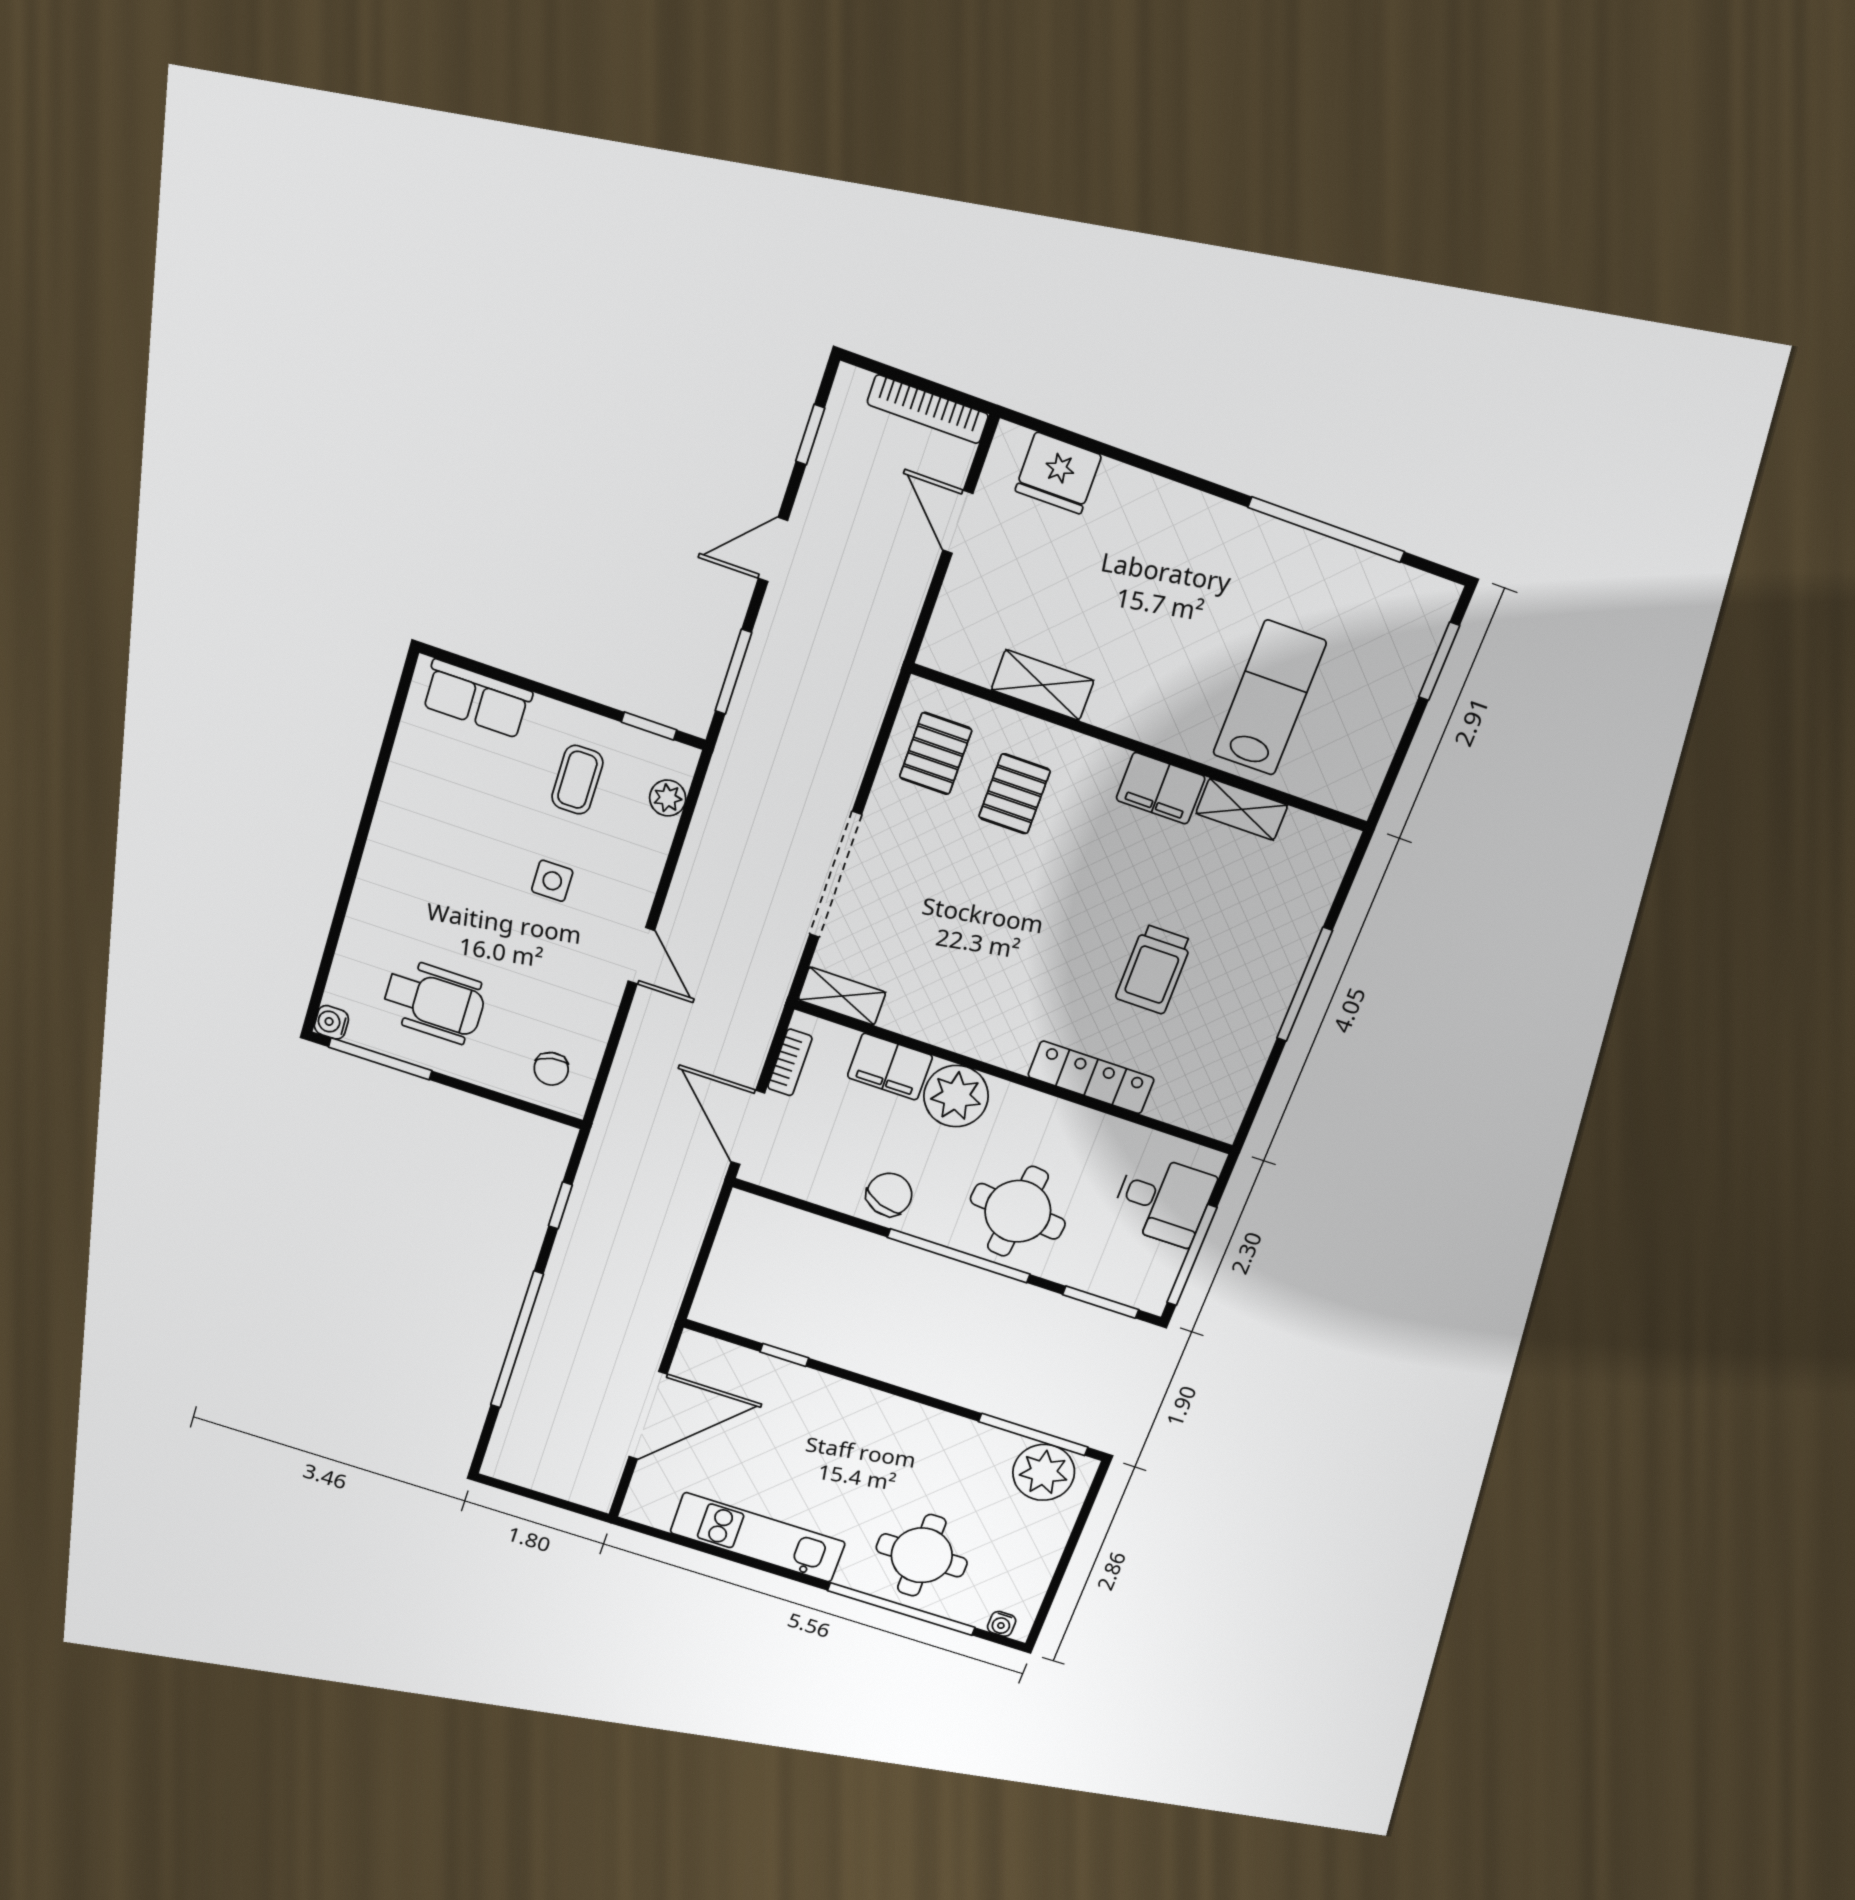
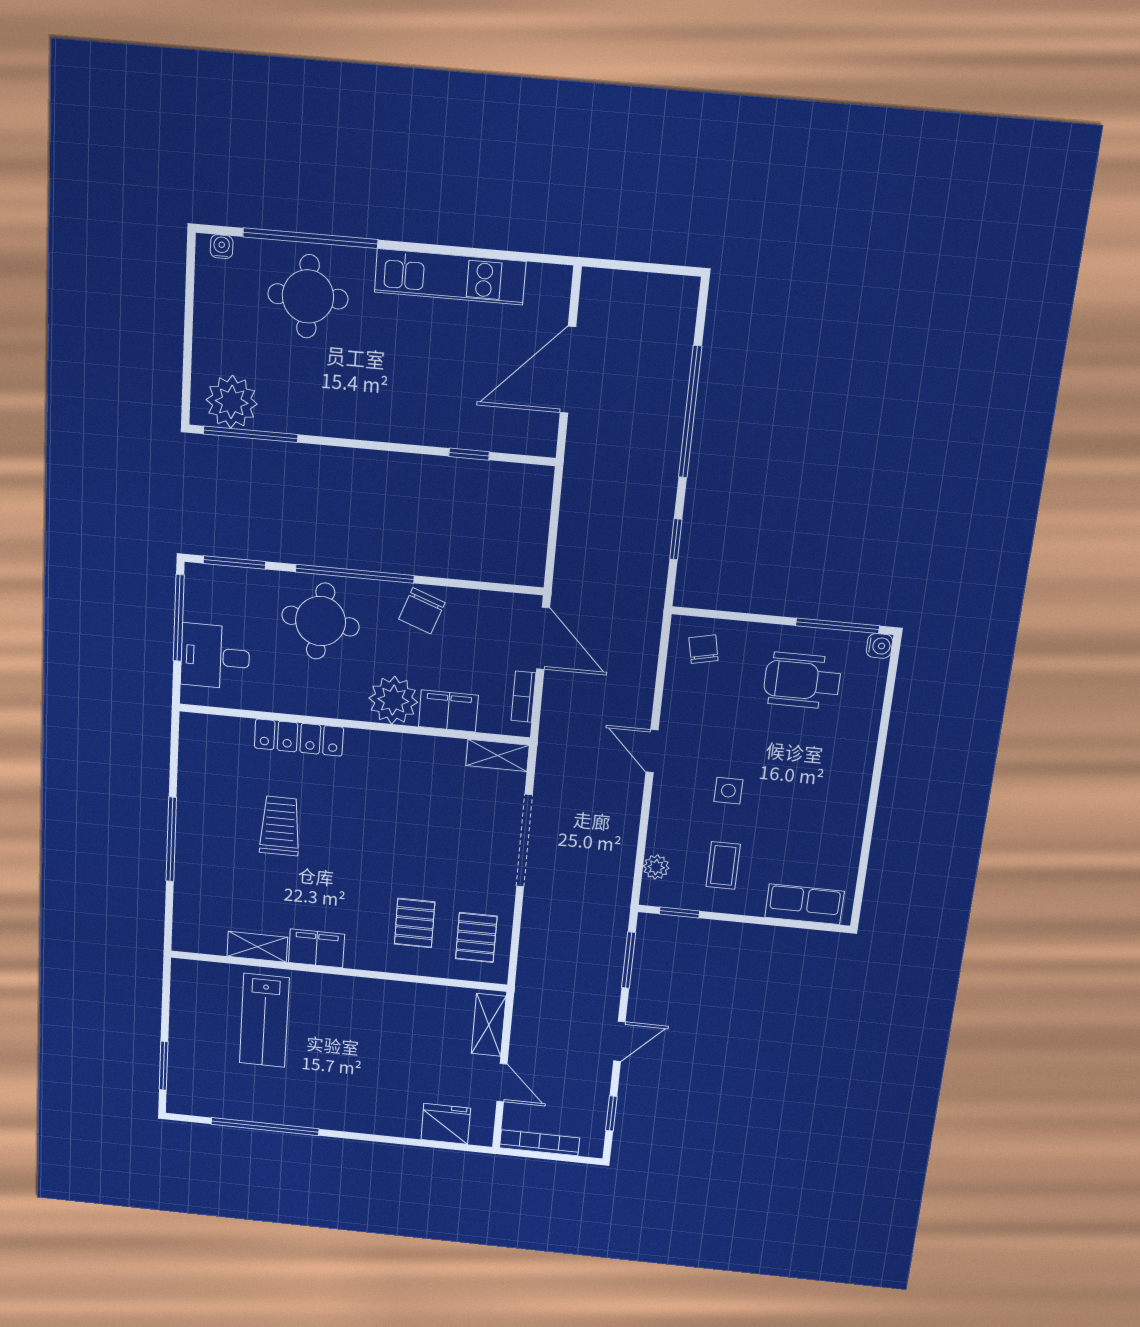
shelving: (1043, 685) -> (489, 1025), moved, turned 90

